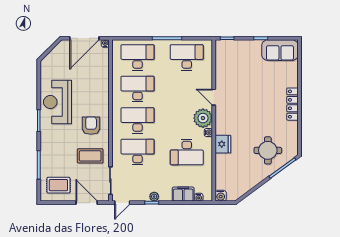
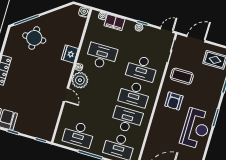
desk: (137, 89) -> (127, 120), turned 180
door: (87, 203) -> (196, 39), swing flipped

